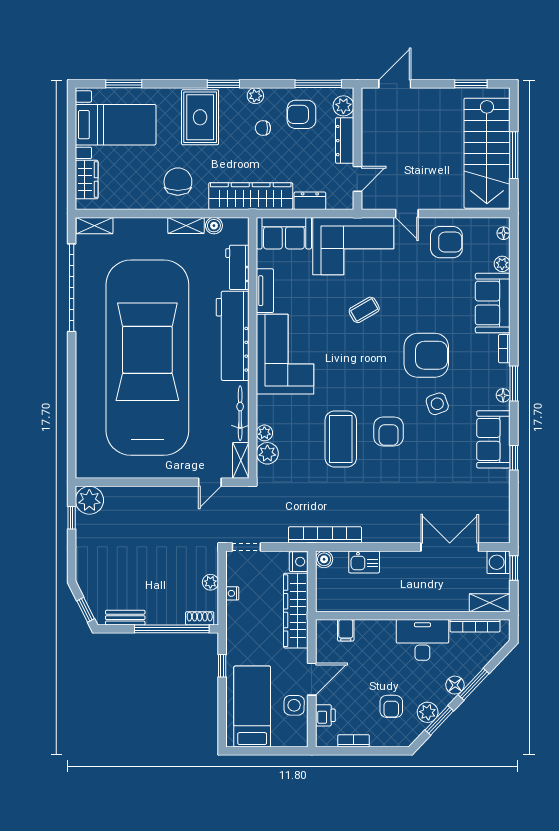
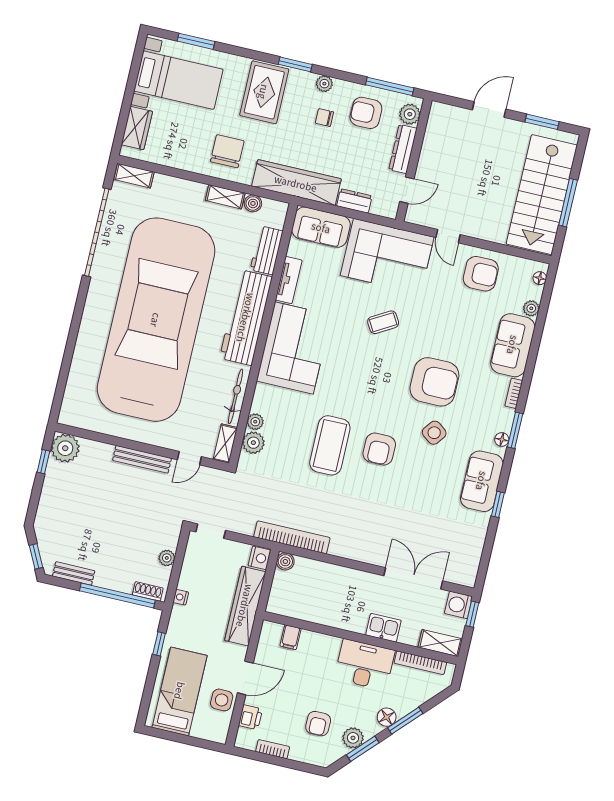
door: (395, 84) -> (489, 110), moved
side table: (437, 404) -> (434, 433), turned -34
bench: (165, 494) -> (142, 459), added
kitchen sink: (364, 562) -> (383, 628), moved, turned 180
nightstand: (232, 593) -> (181, 597), moved

